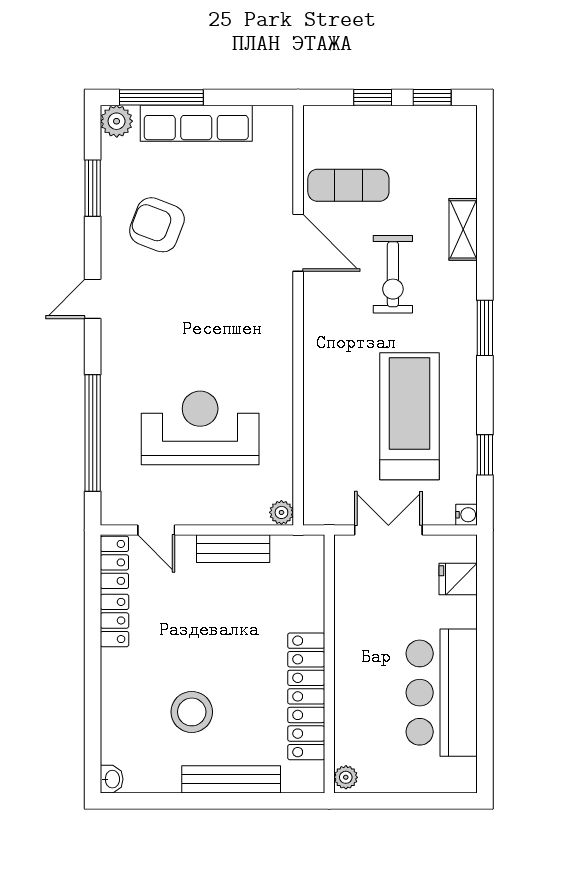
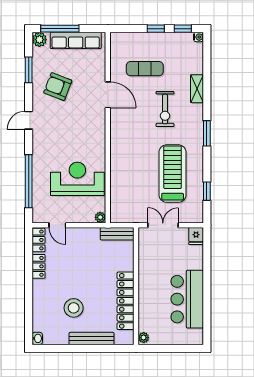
door: (298, 243) -> (108, 95), moved
wall: (298, 315) -> (108, 128), moved
plant: (281, 512) -> (100, 217), moved
water cooler: (466, 515) -> (198, 37), moved
bench: (233, 549) -> (117, 234), moved
fridge: (458, 579) -> (196, 236), moved, turned -90

